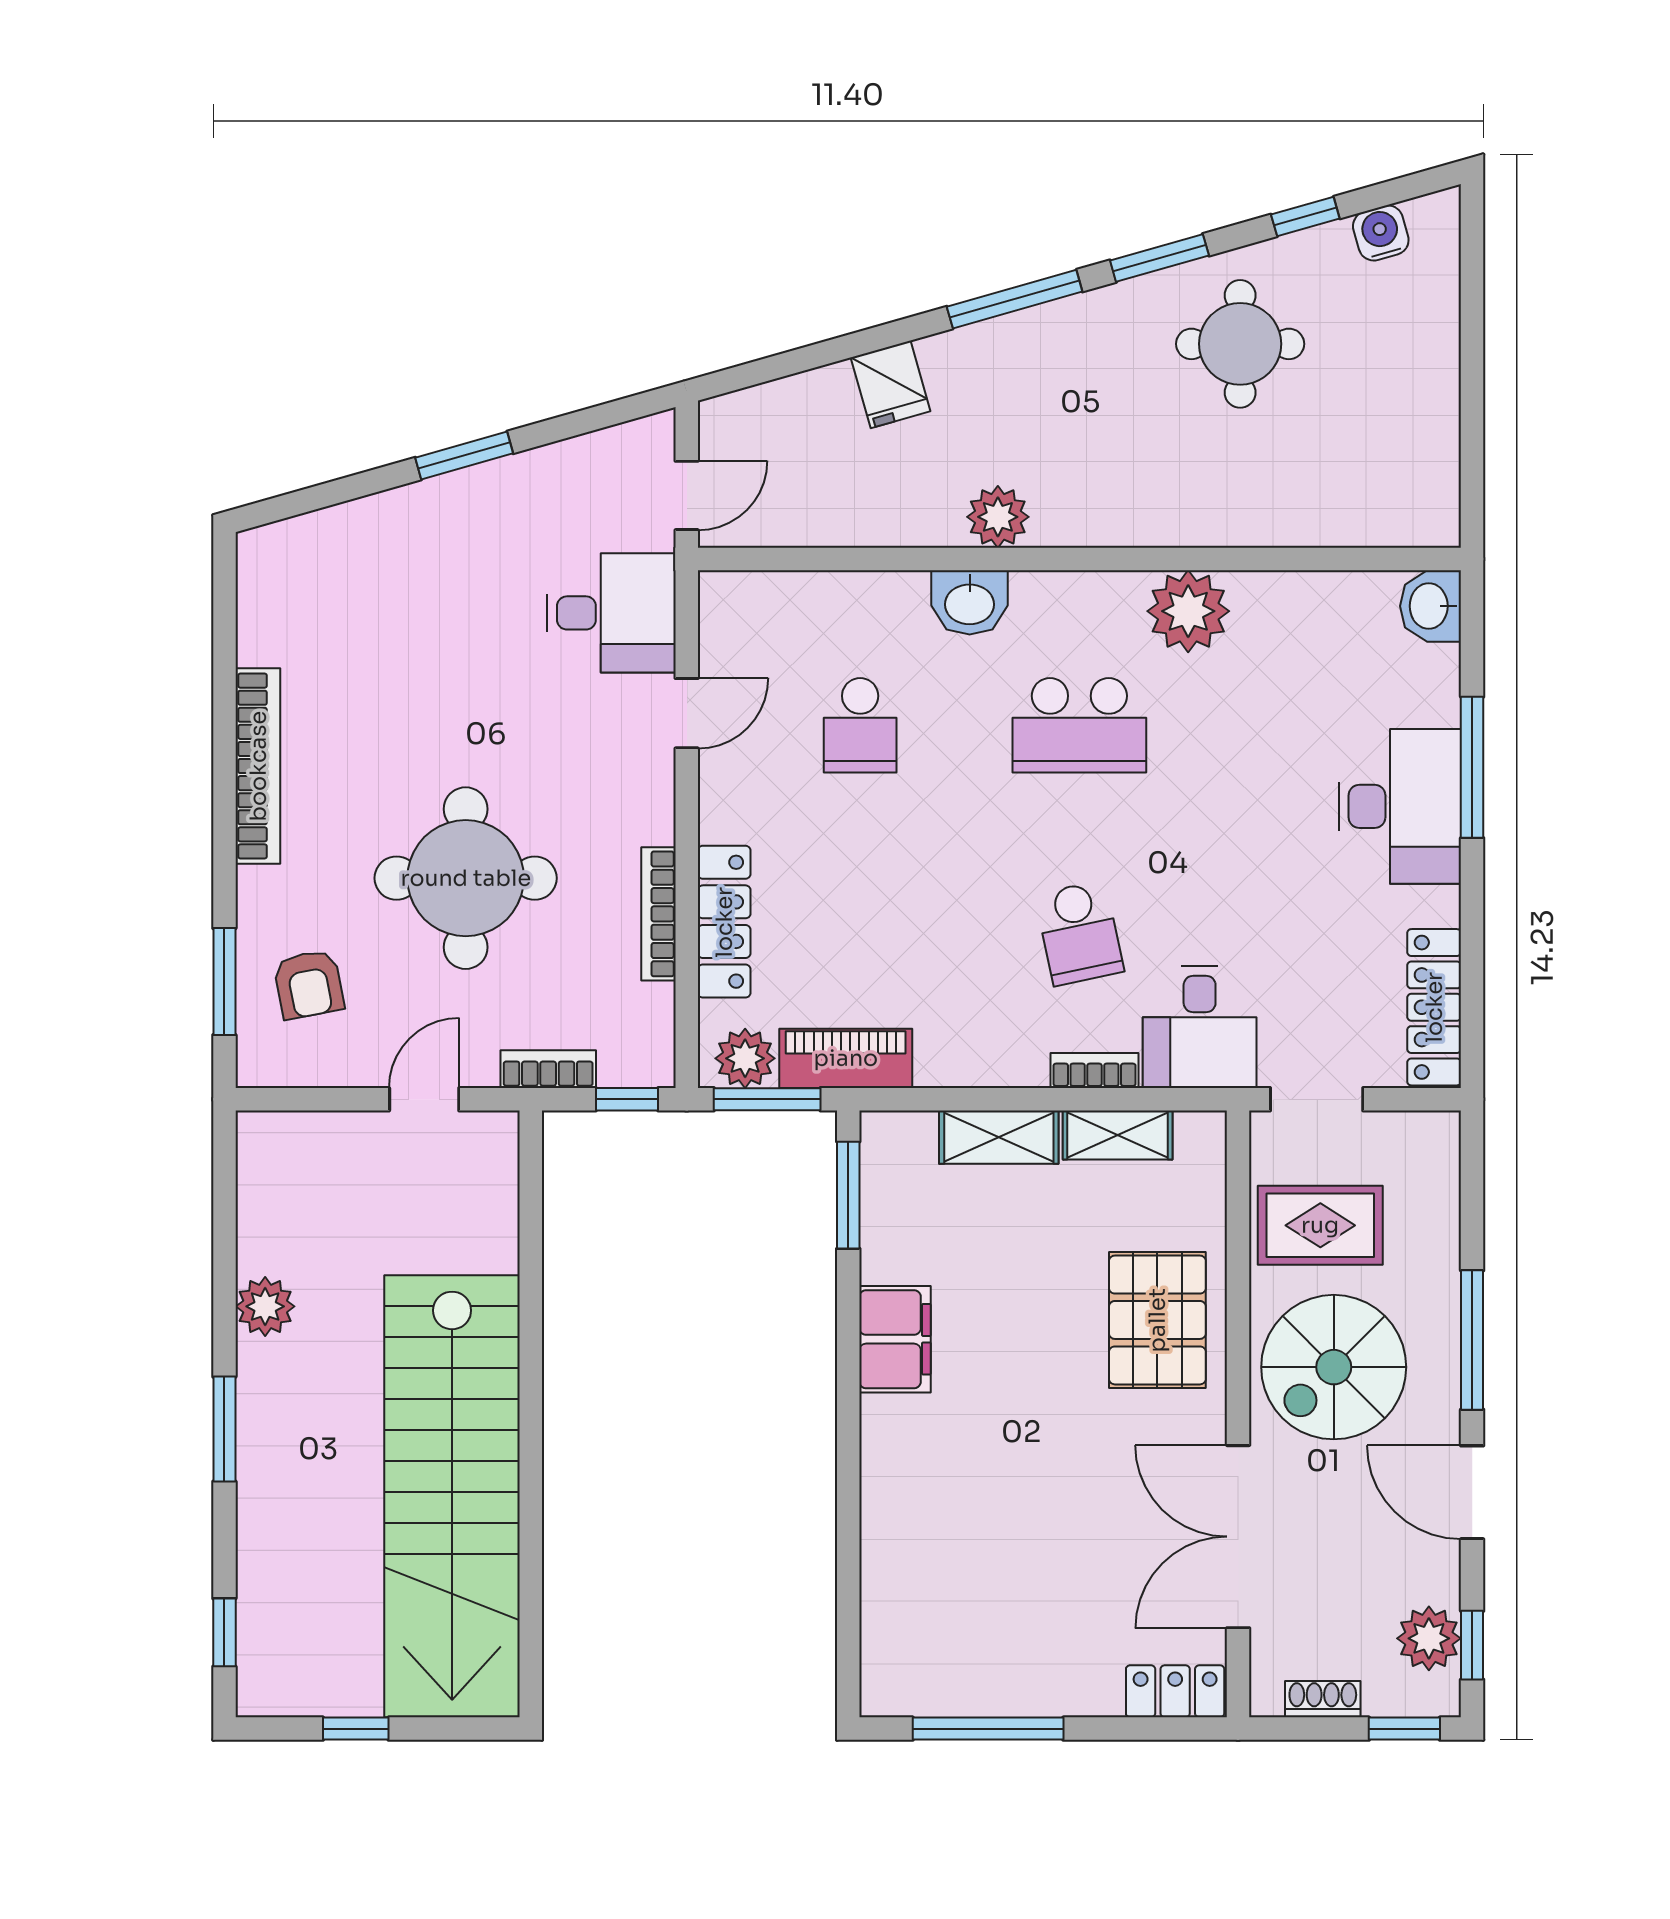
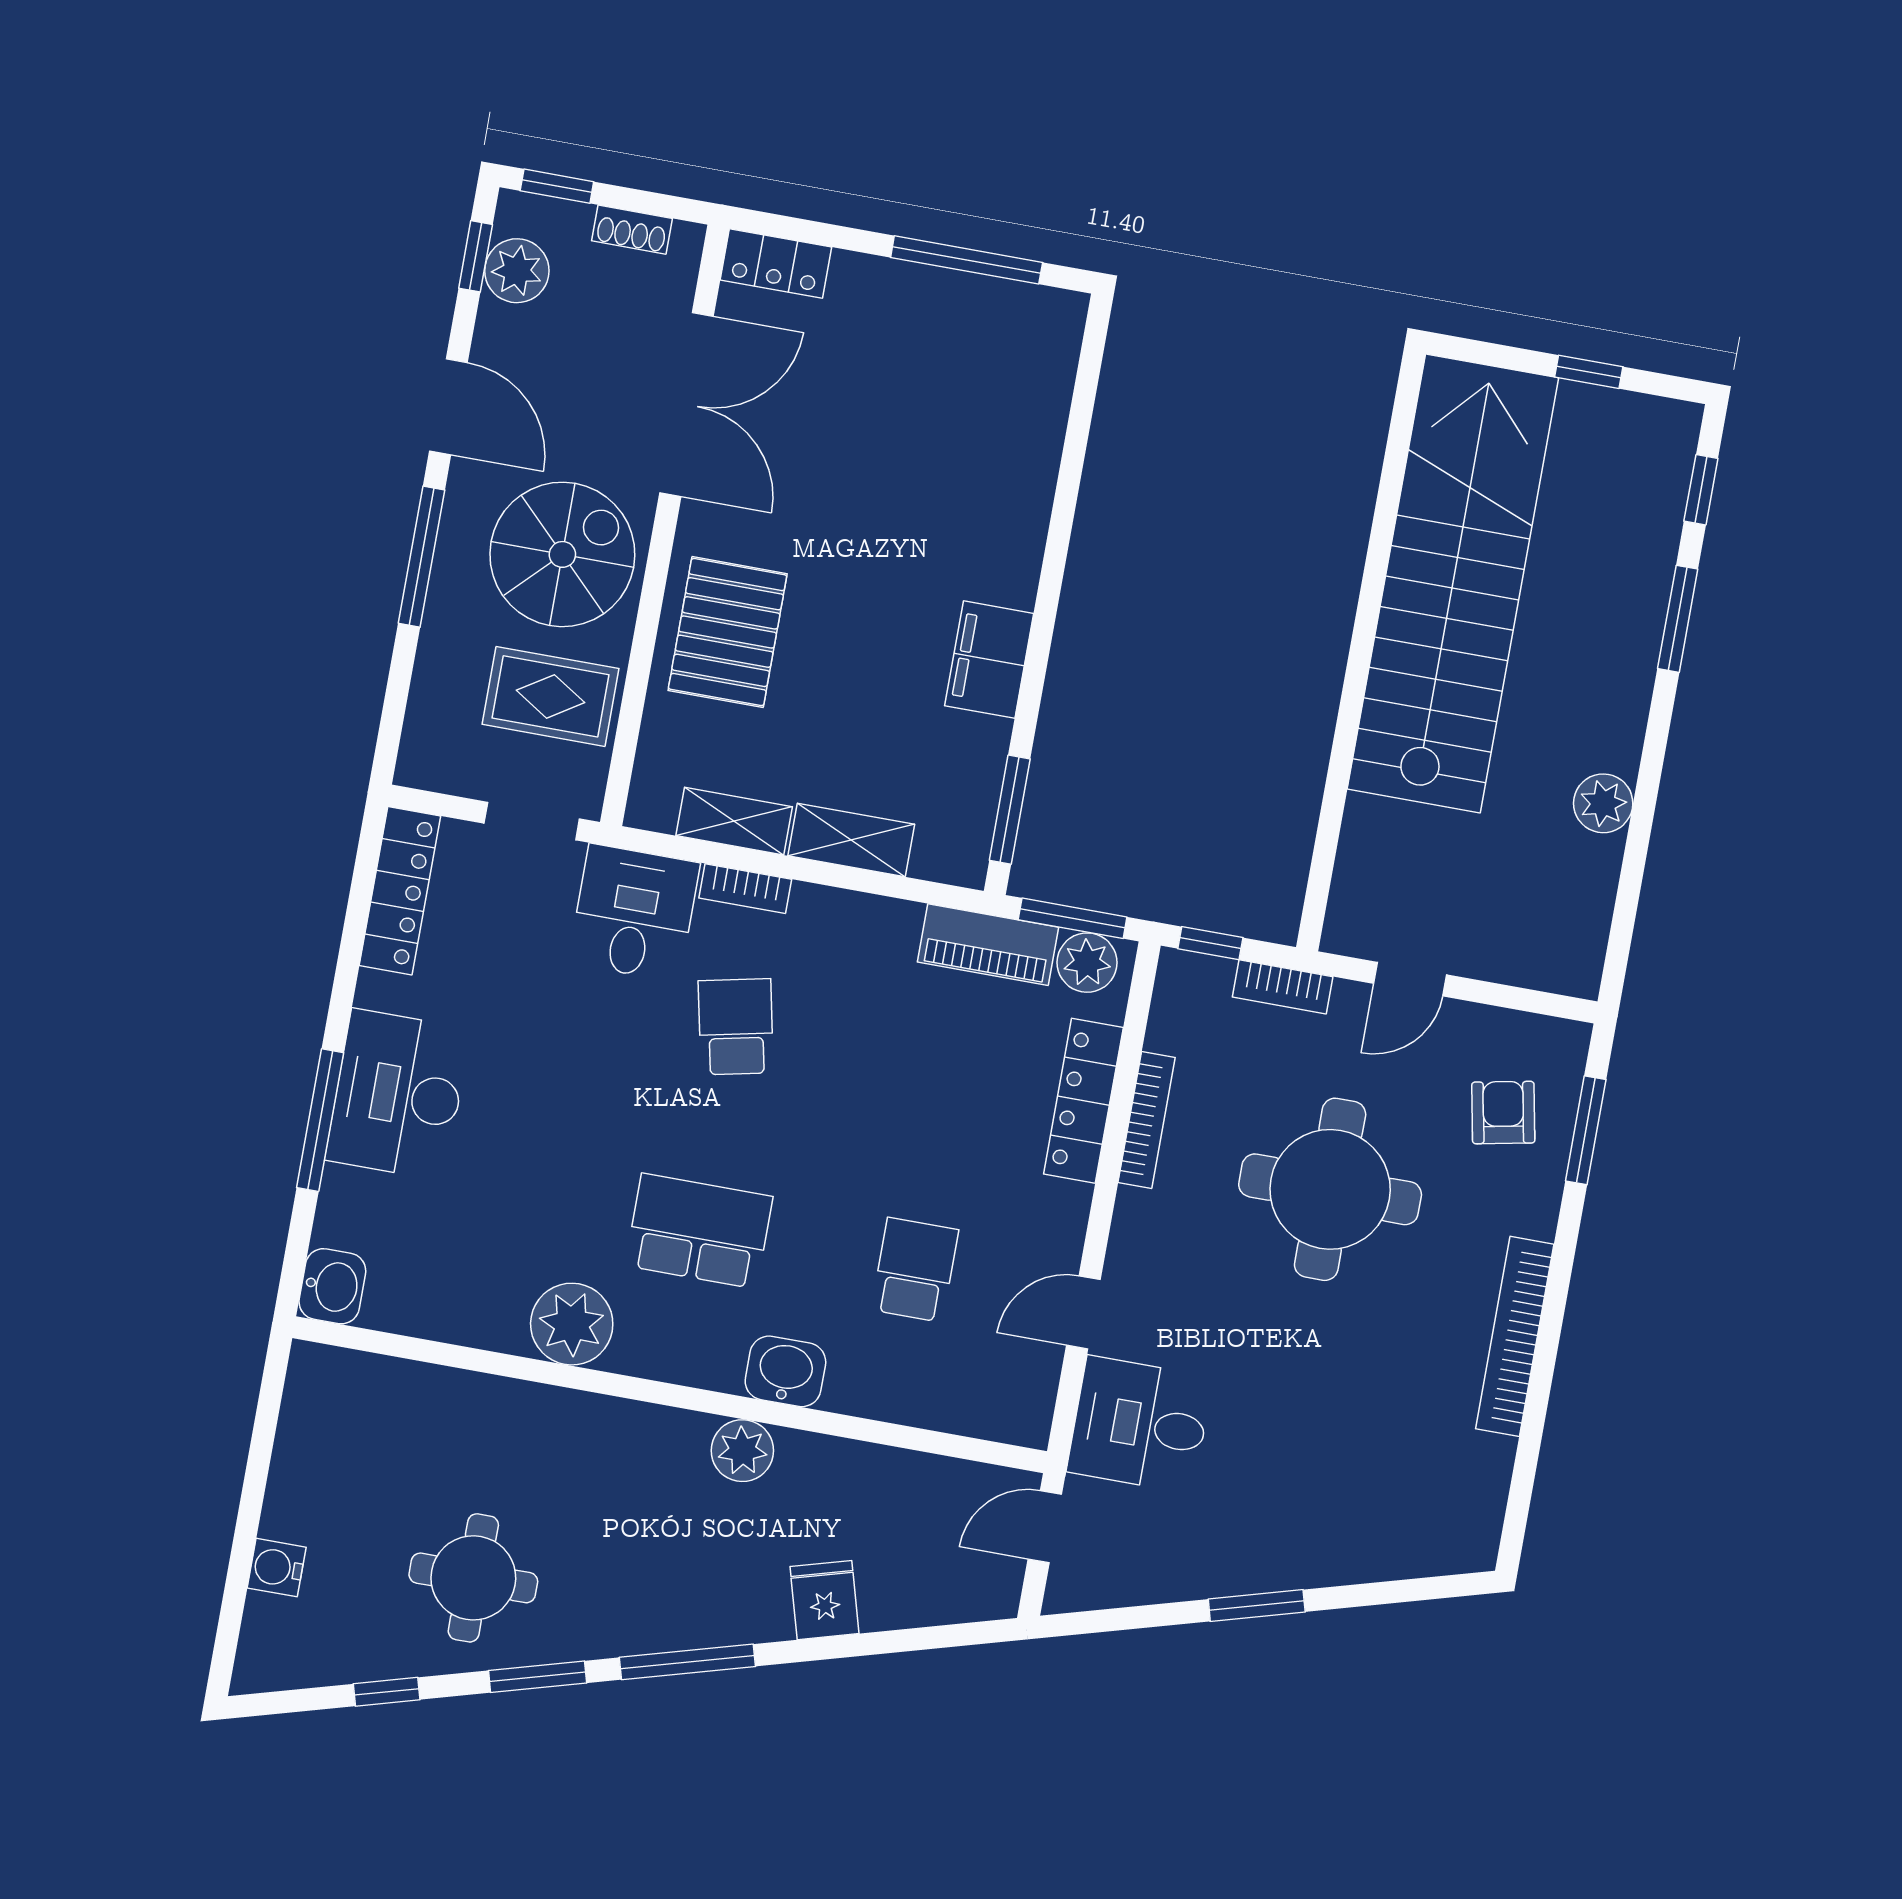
water cooler: (1381, 233) -> (277, 1568), moved, turned 106
window: (224, 1429) -> (1678, 619), moved

